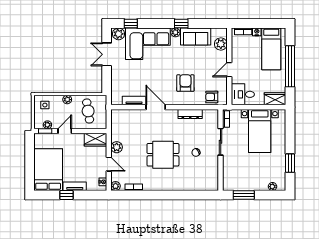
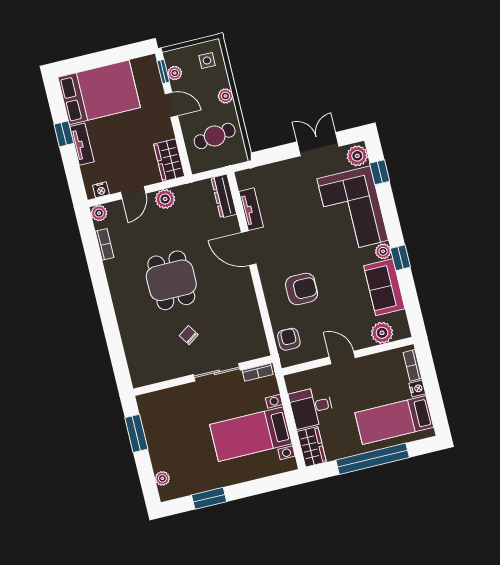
desk: (243, 94) -> (312, 407), moved, turned -90
door: (156, 107) -> (249, 248), swing flipped
dresser: (190, 114) -> (224, 196), moved

